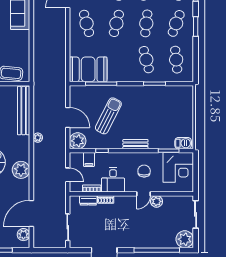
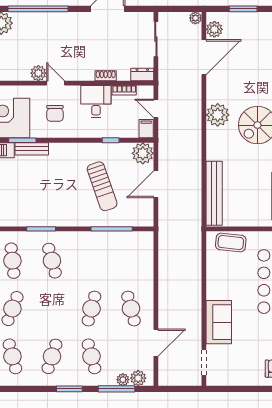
cafe table: (146, 23) -> (52, 309), removed
booth: (88, 69) -> (129, 248), removed
sun lounger: (108, 116) -> (102, 186), turned -46
door: (68, 117) -> (156, 184), hinge flipped
plant: (38, 138) -> (195, 18), moved
bench: (135, 144) -> (32, 149), moved
filing cabinet: (89, 159) -> (146, 129), moved
door: (143, 194) -> (56, 83), hinge flipped
dresser: (88, 200) -> (142, 75), moved

